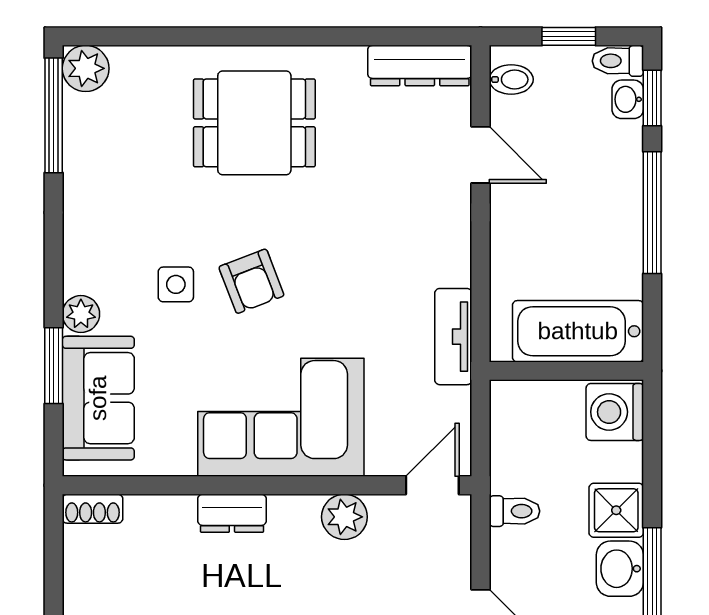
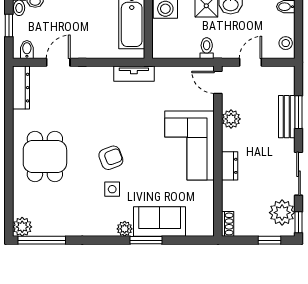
corner sofa: (281, 417) -> (190, 145), moved
wall: (267, 485) -> (218, 151), moved
door: (432, 485) -> (218, 82), moved
shoe rack: (92, 509) -> (228, 224), moved
dresser: (232, 513) -> (230, 166), moved
plant: (344, 517) -> (231, 119), moved

